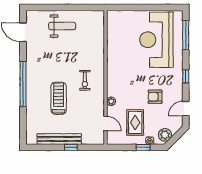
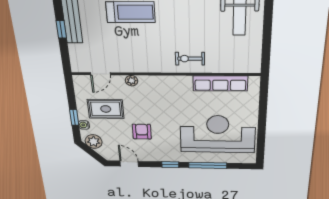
window: (186, 35) -> (208, 165), moved
row of seats: (113, 38) -> (220, 83), added
exercise bike: (85, 80) -> (190, 59), moved

